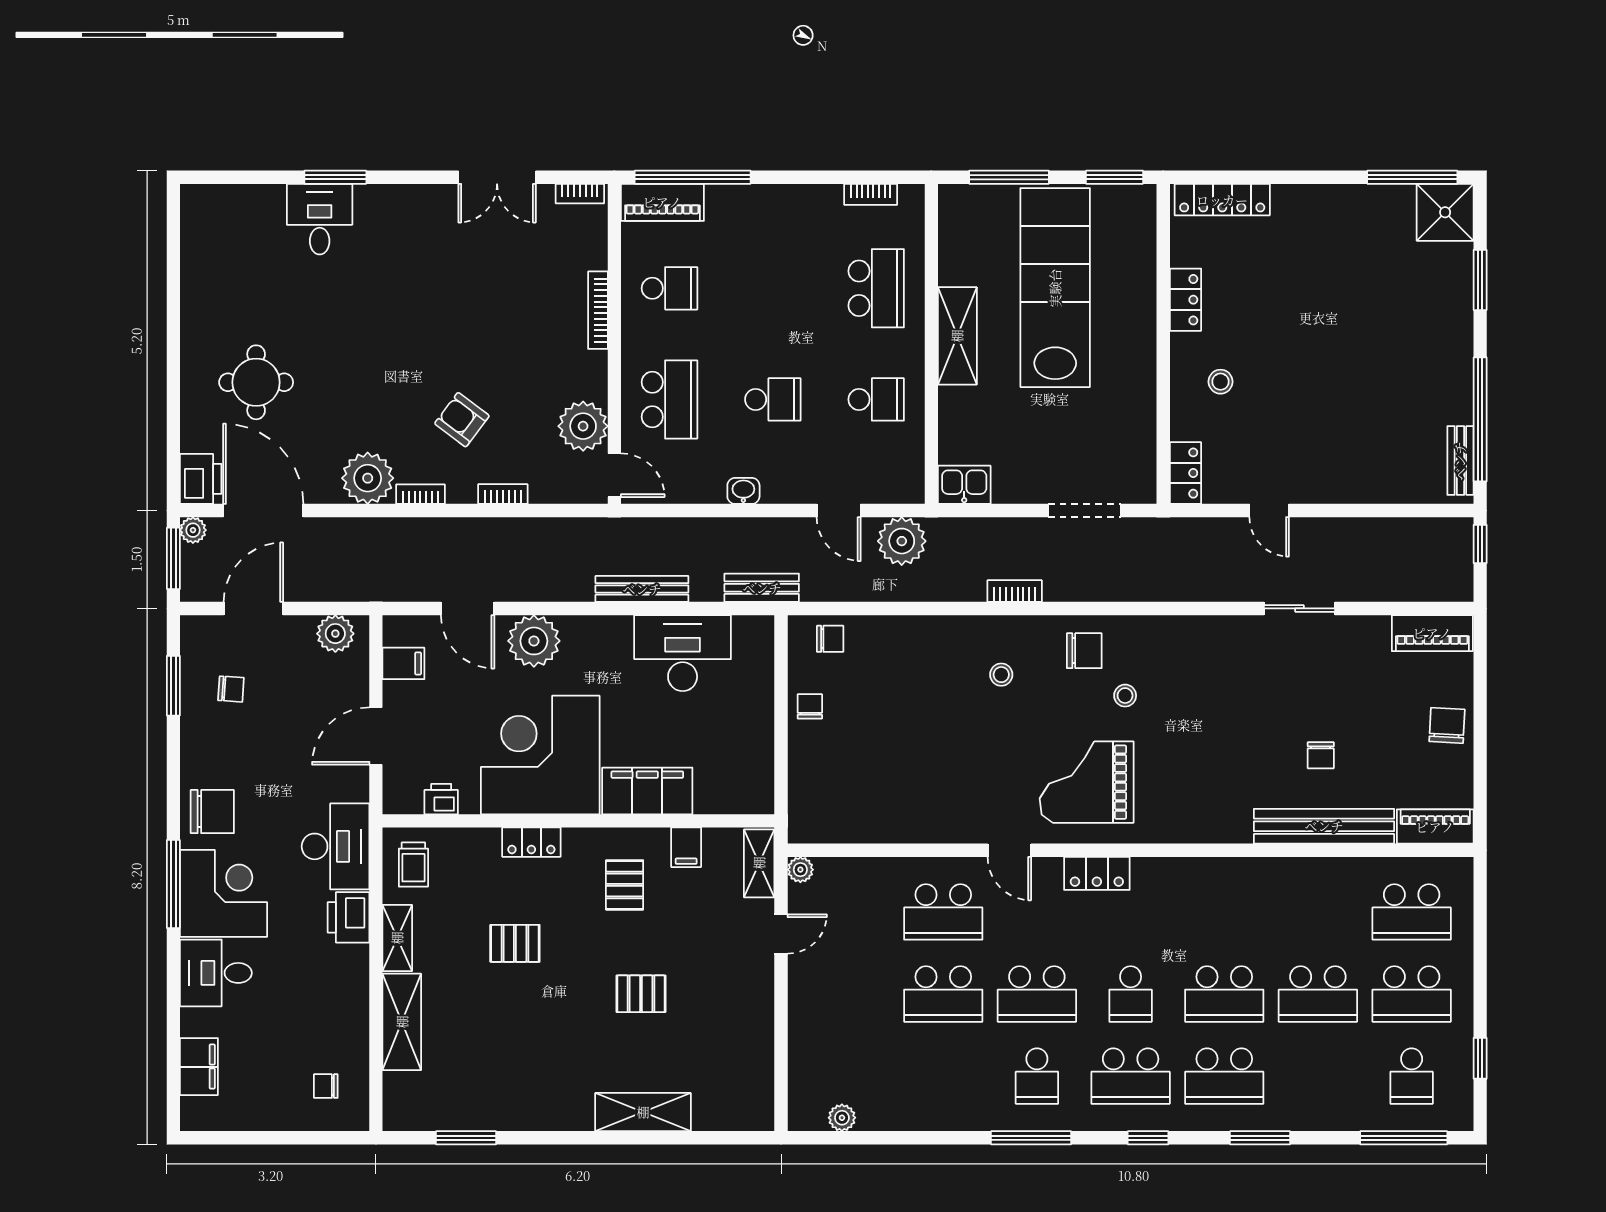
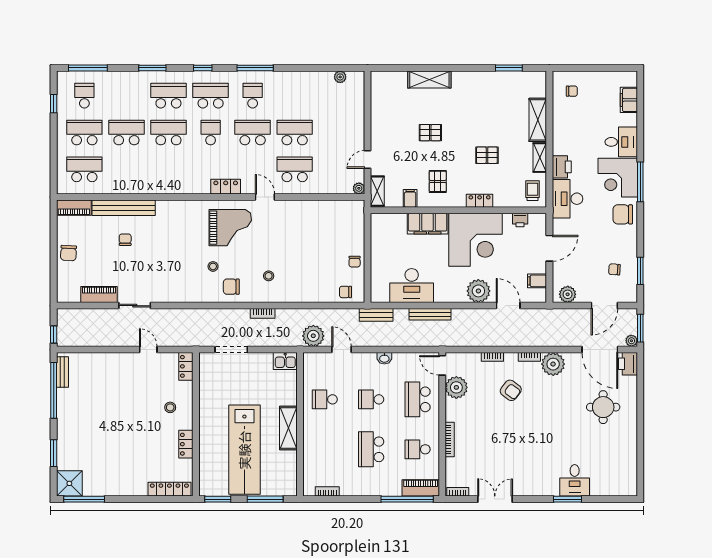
school desk: (876, 288) -> (371, 449), moved
piano: (1432, 633) -> (99, 294), moved

